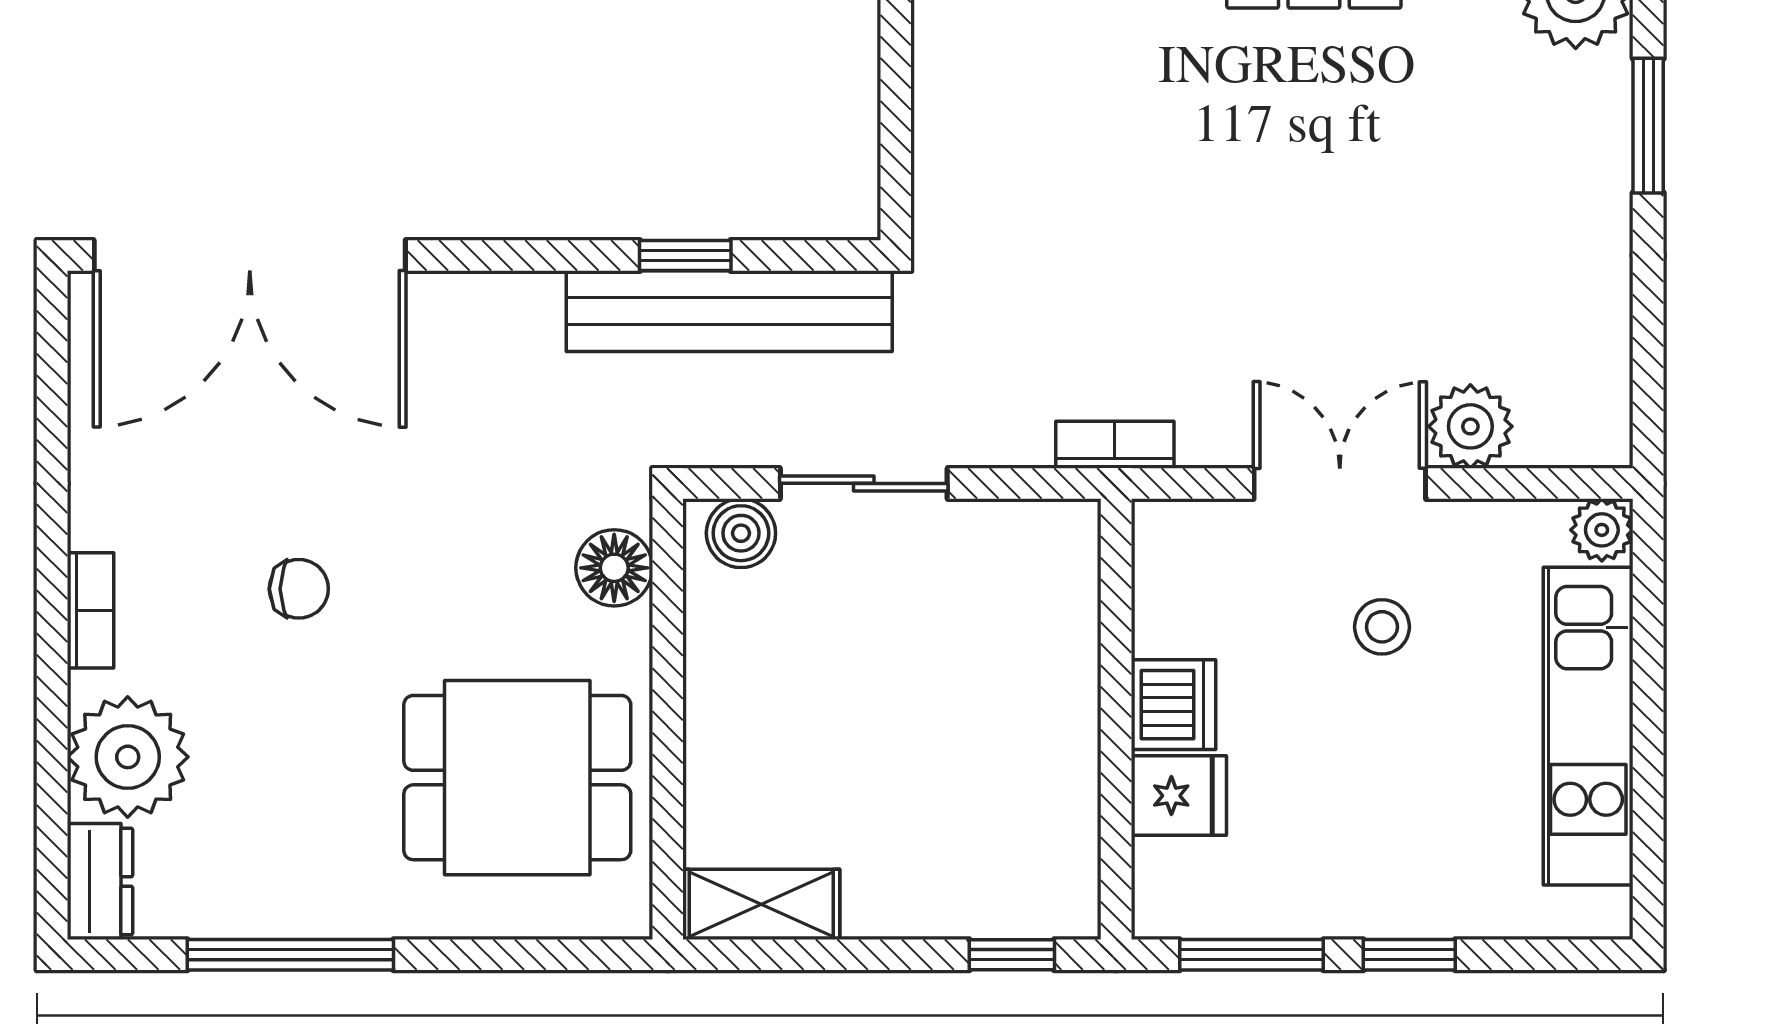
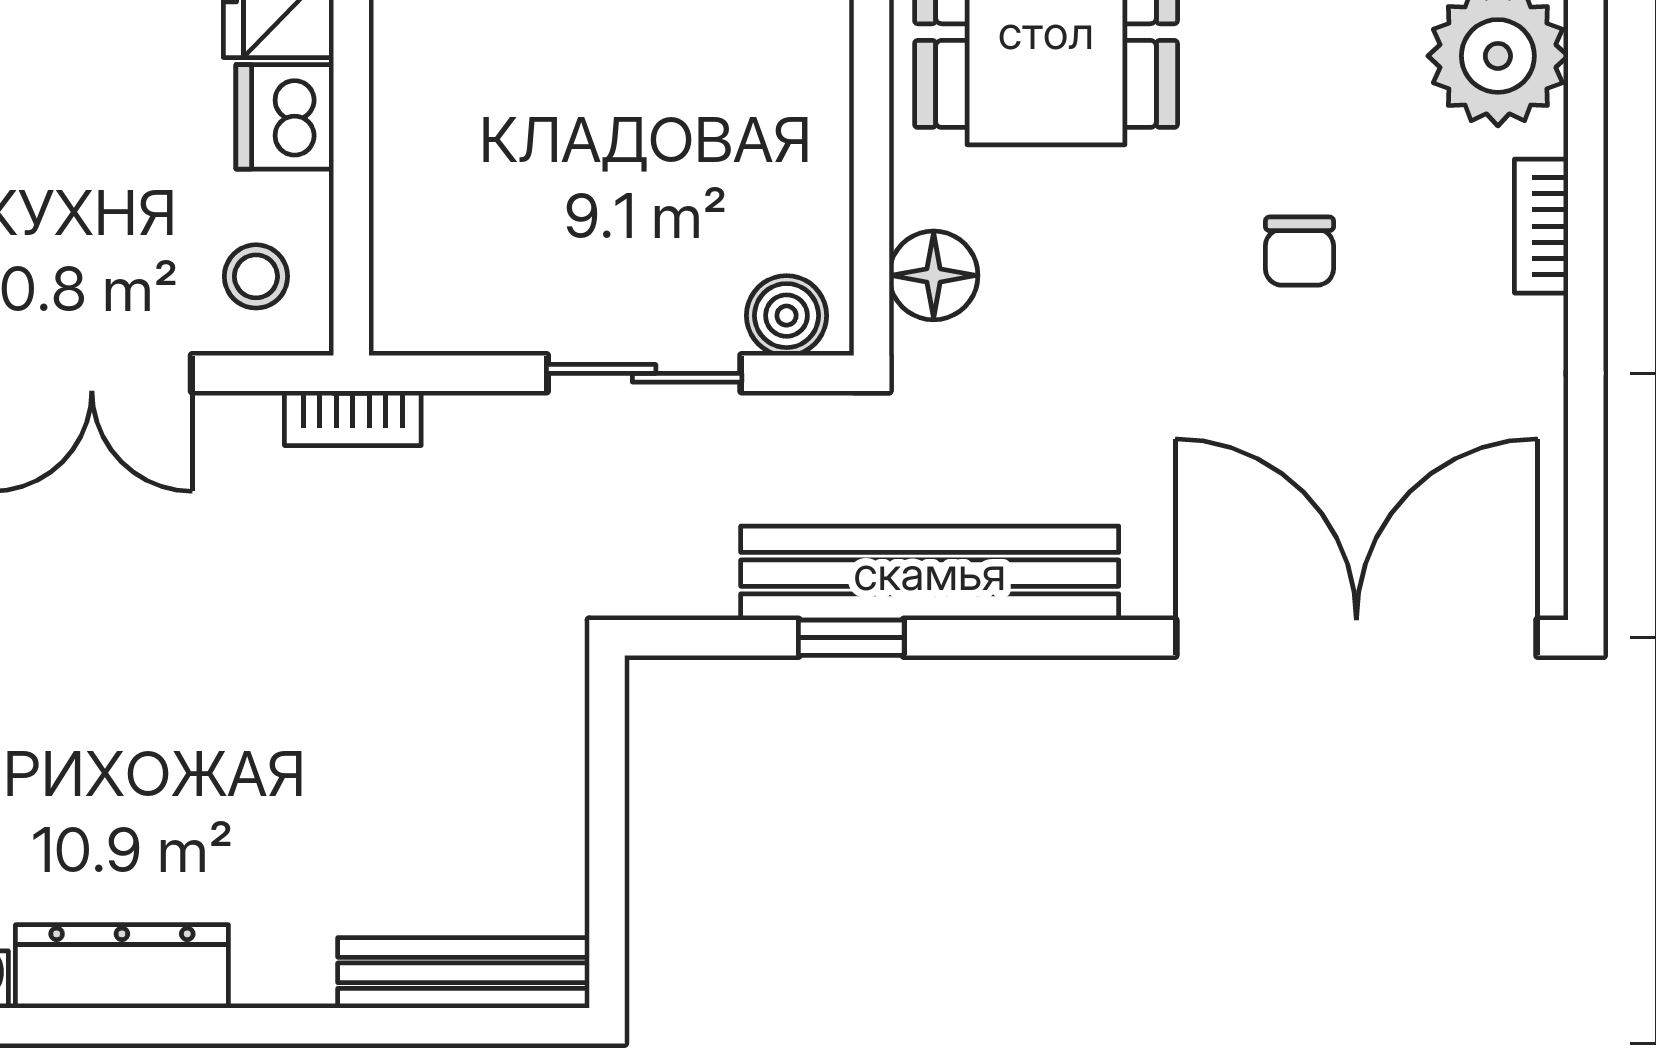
bench: (729, 311) -> (930, 573), moved
chair: (299, 589) -> (1299, 251), turned -90
stool: (1382, 627) -> (256, 276), moved

